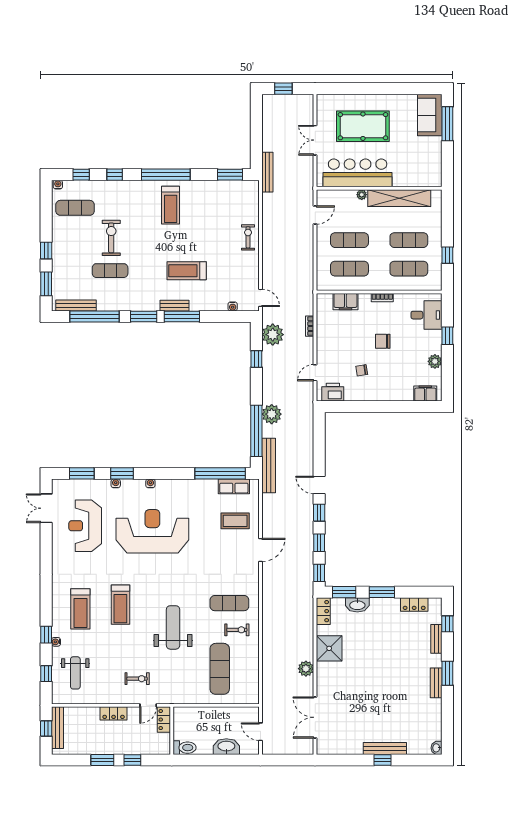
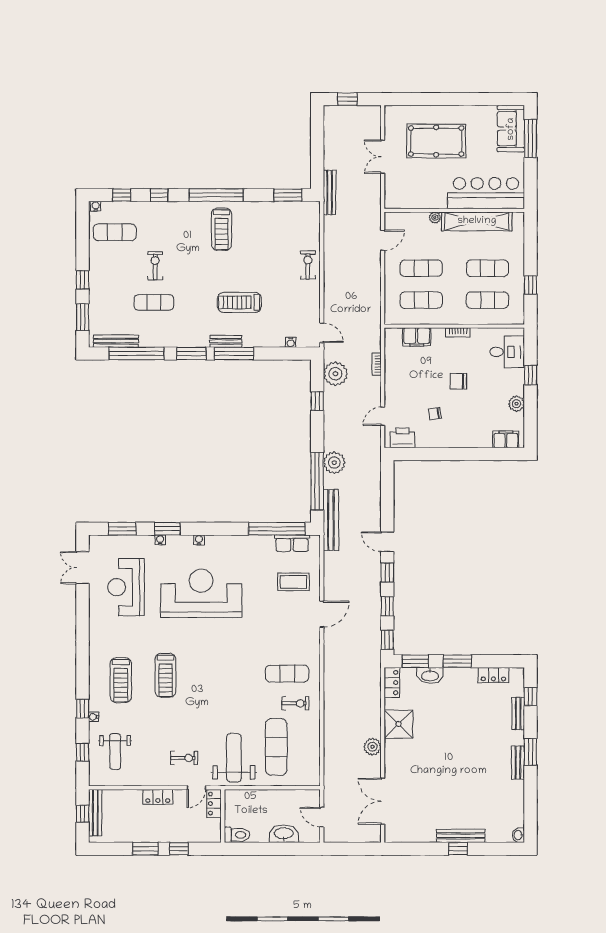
bar counter: (358, 173) -> (486, 193), moved
exercise bike: (111, 238) -> (155, 266), width x0.73, depth x0.72
weight bench: (173, 627) -> (234, 758), moved

